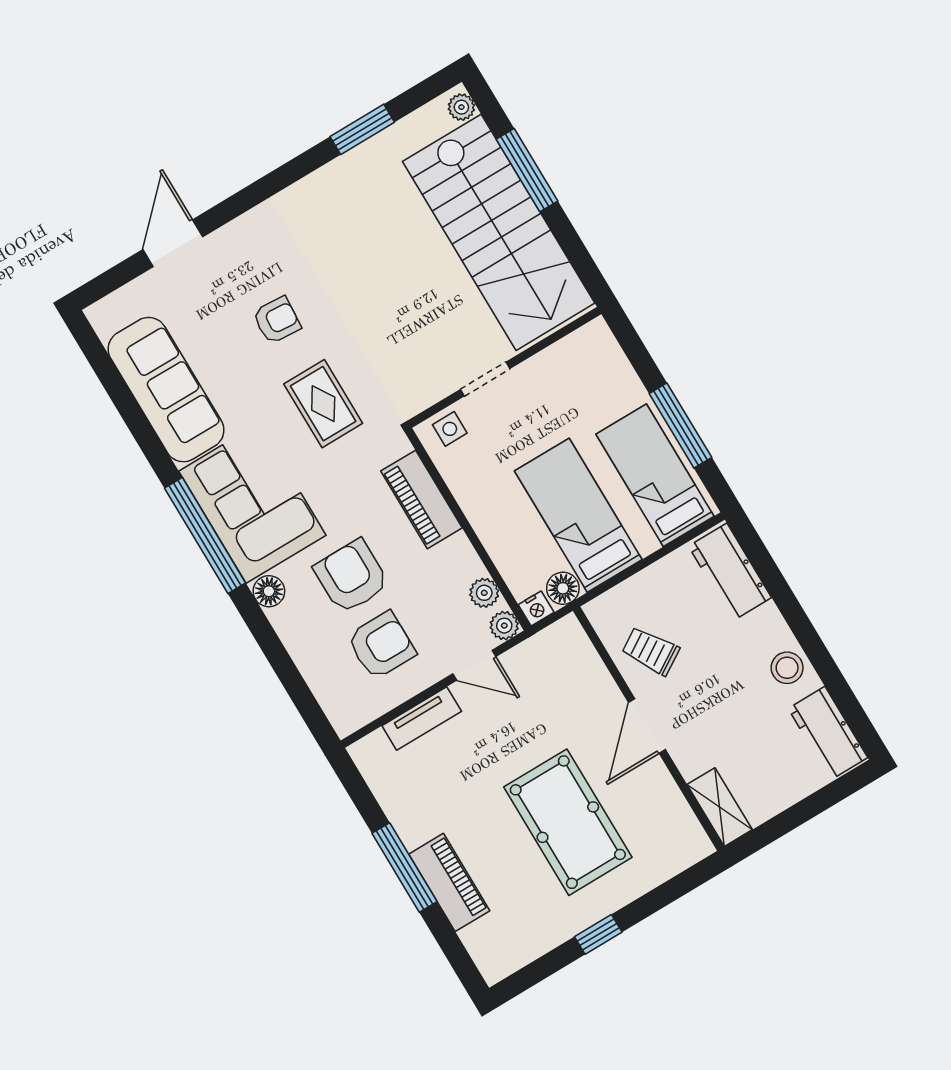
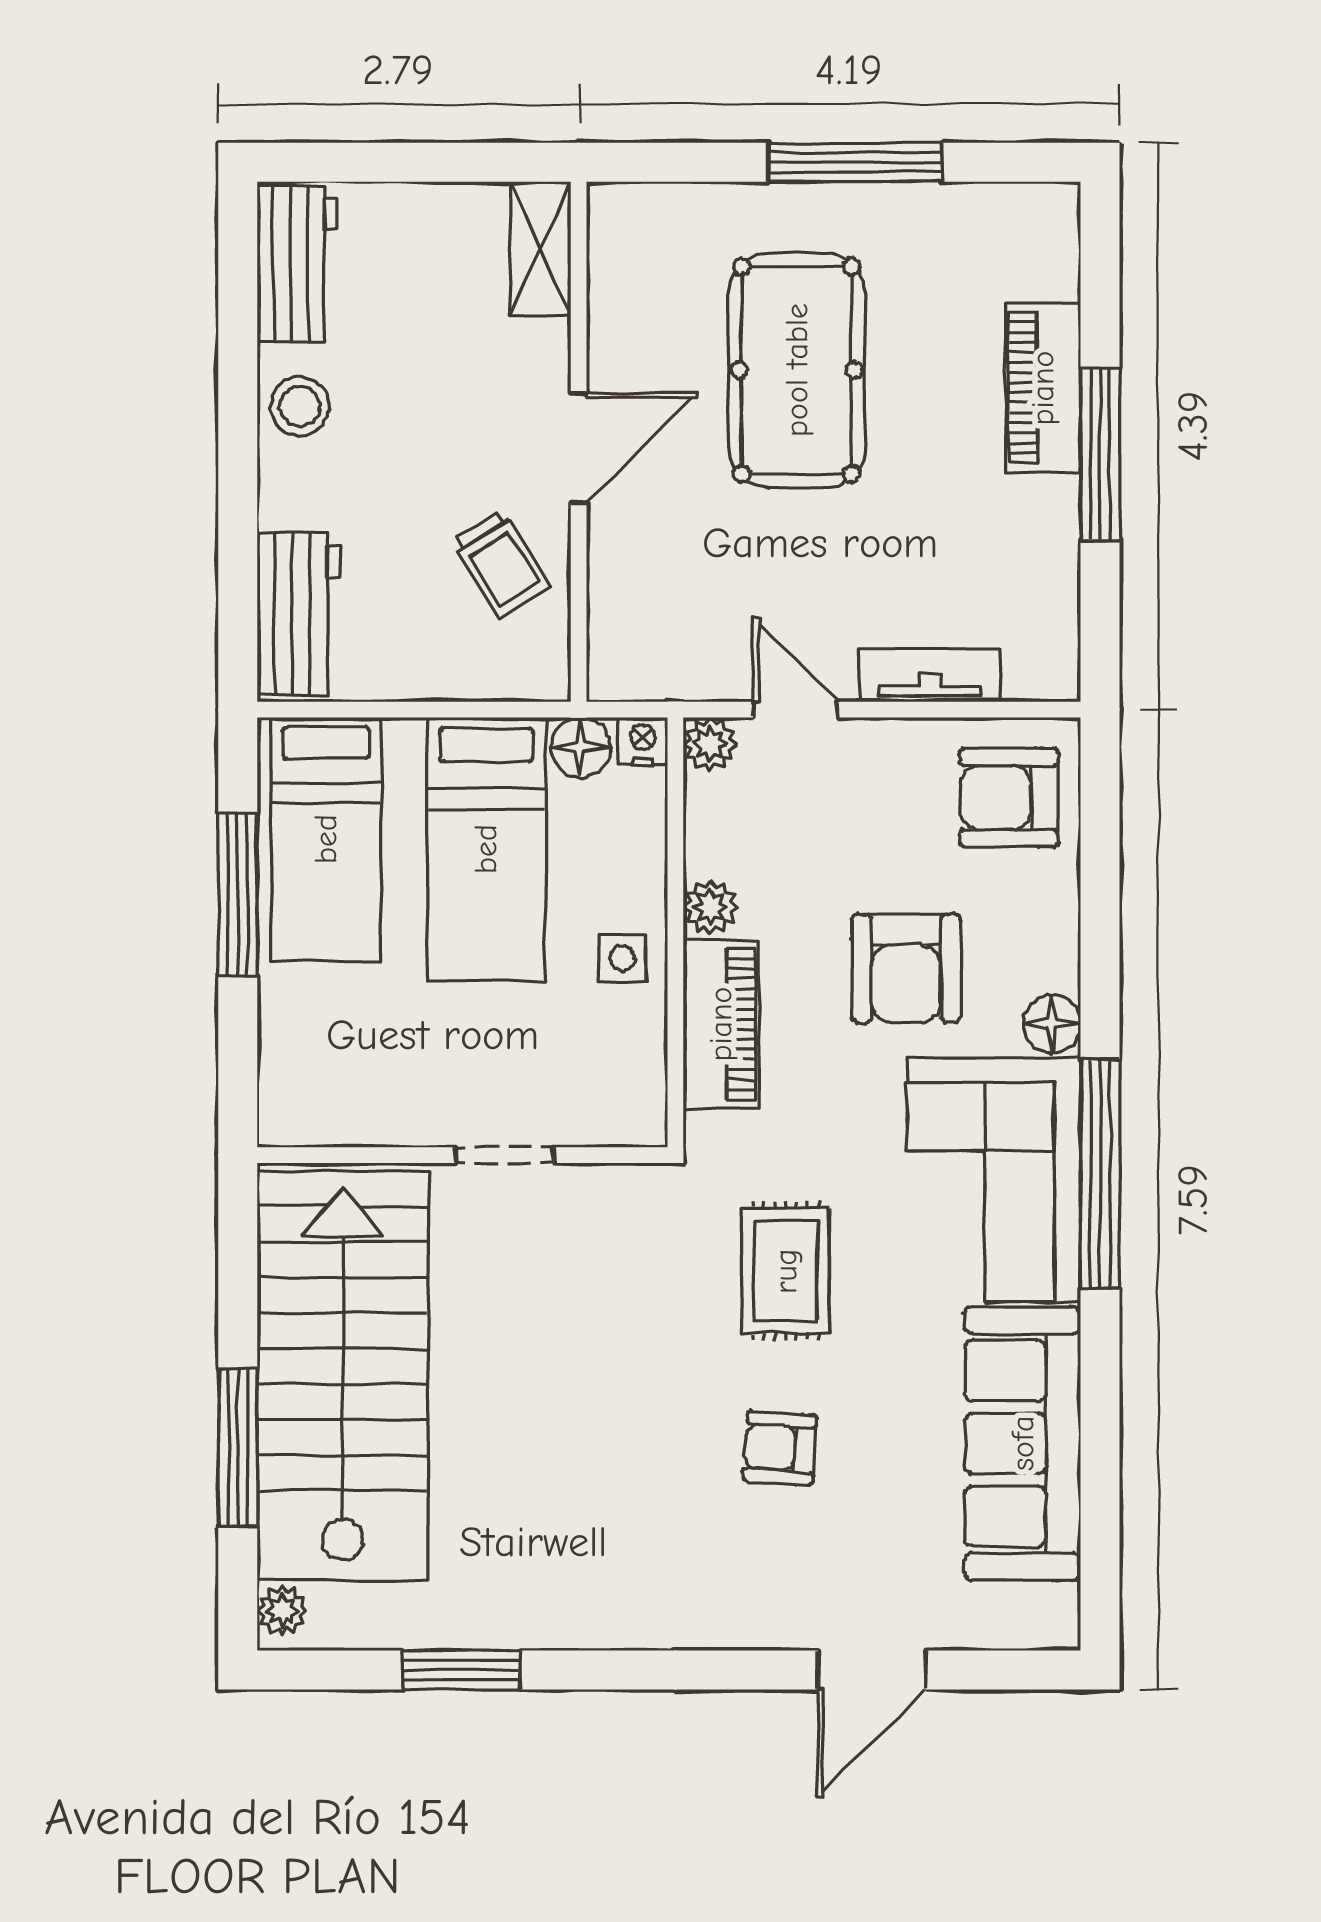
side table: (450, 429) -> (622, 958), moved
plant: (484, 593) -> (710, 907), moved
armchair: (381, 645) -> (1009, 798), moved
window: (598, 934) -> (855, 162), width x2.17

